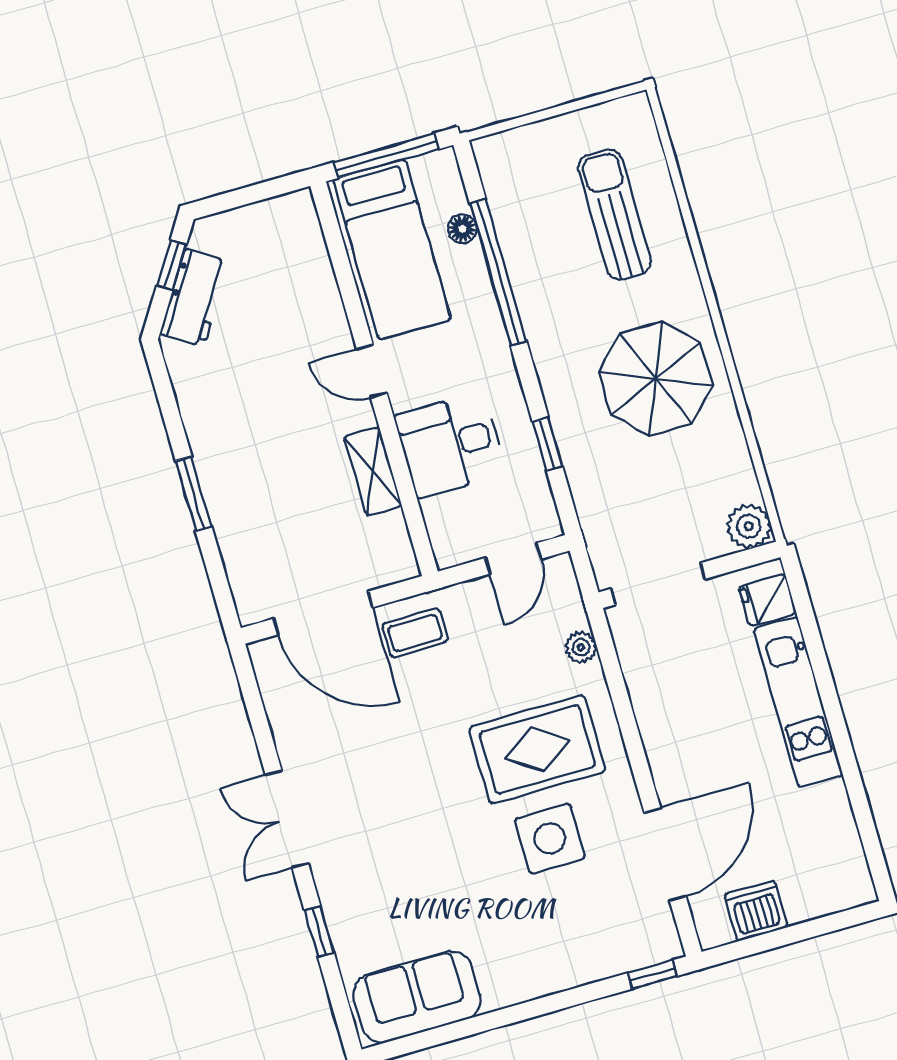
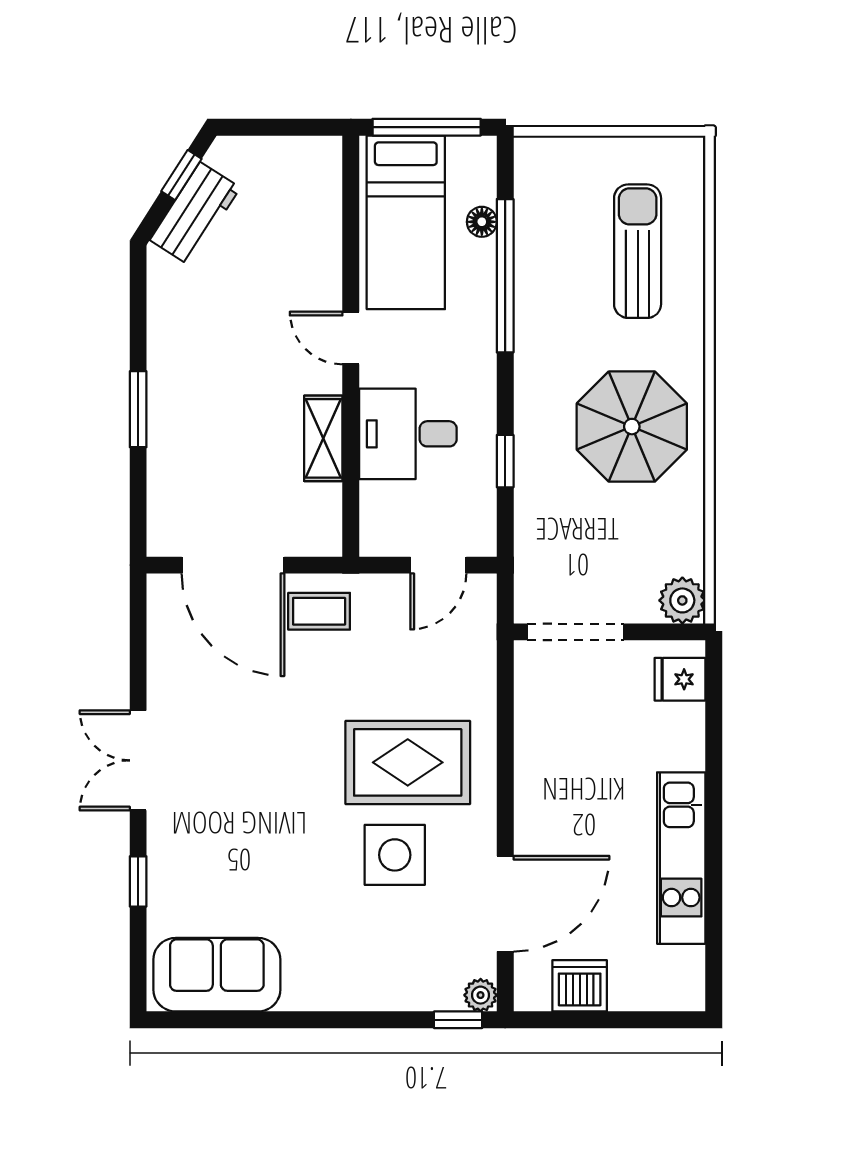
plant: (581, 647) -> (481, 995), moved
kitchen unit: (798, 702) -> (681, 858), moved

